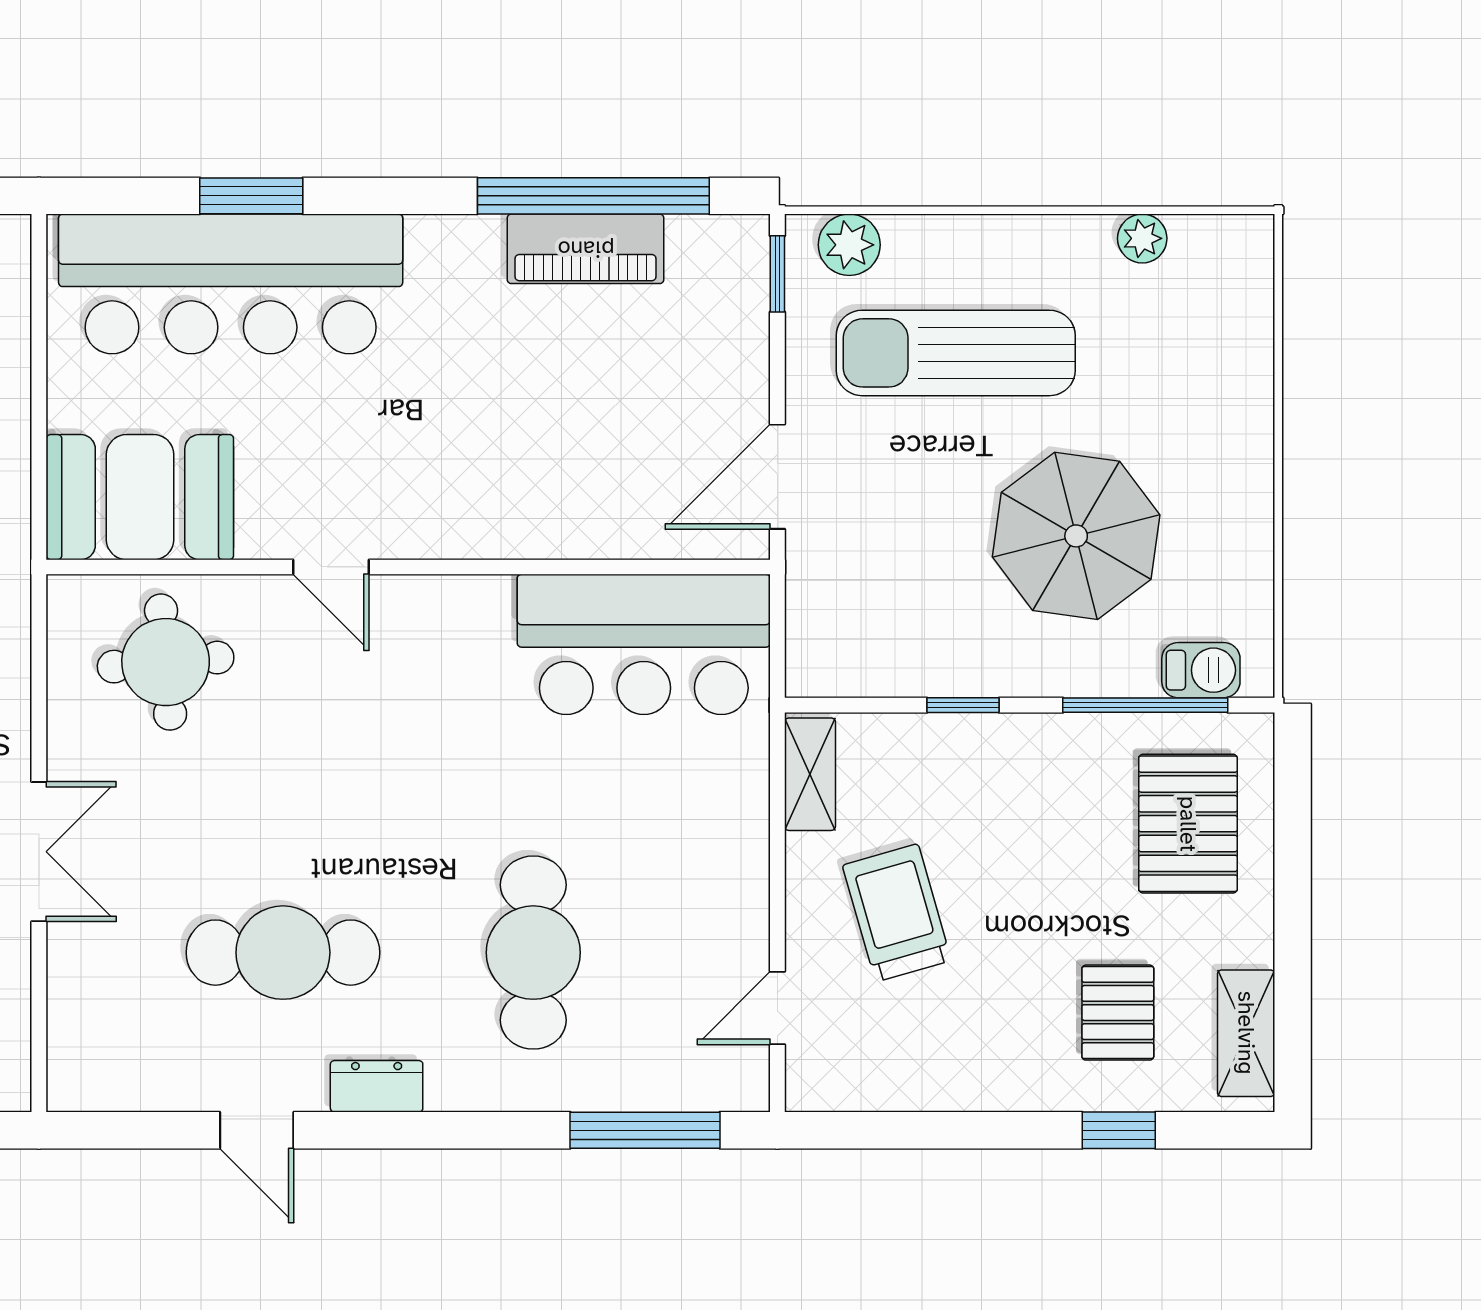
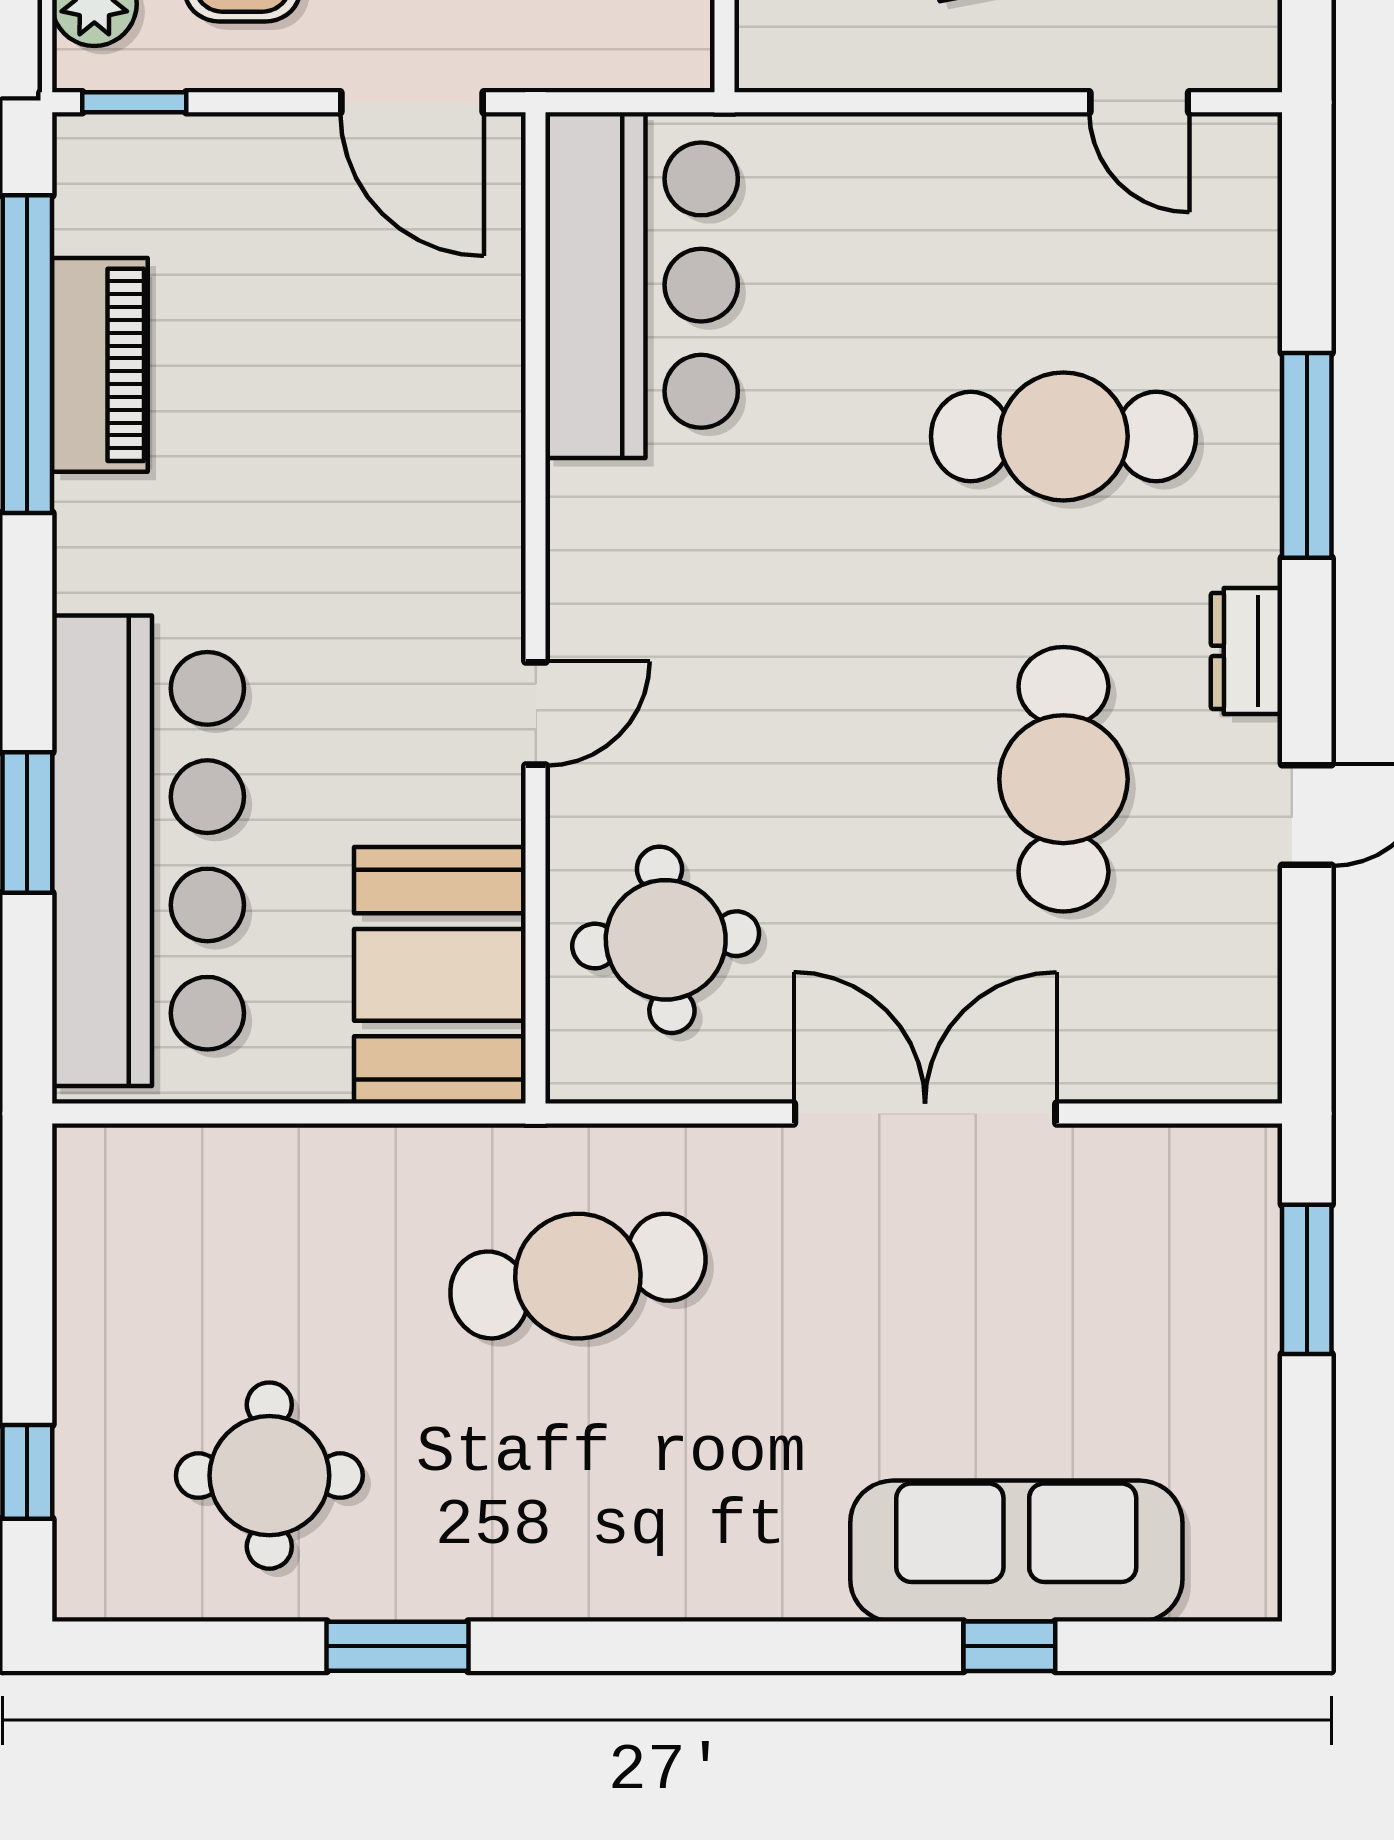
shelving: (810, 774) -> (819, 58), removed
double door: (39, 852) -> (925, 1113), width x1.37
window: (645, 1130) -> (1307, 455), moved

